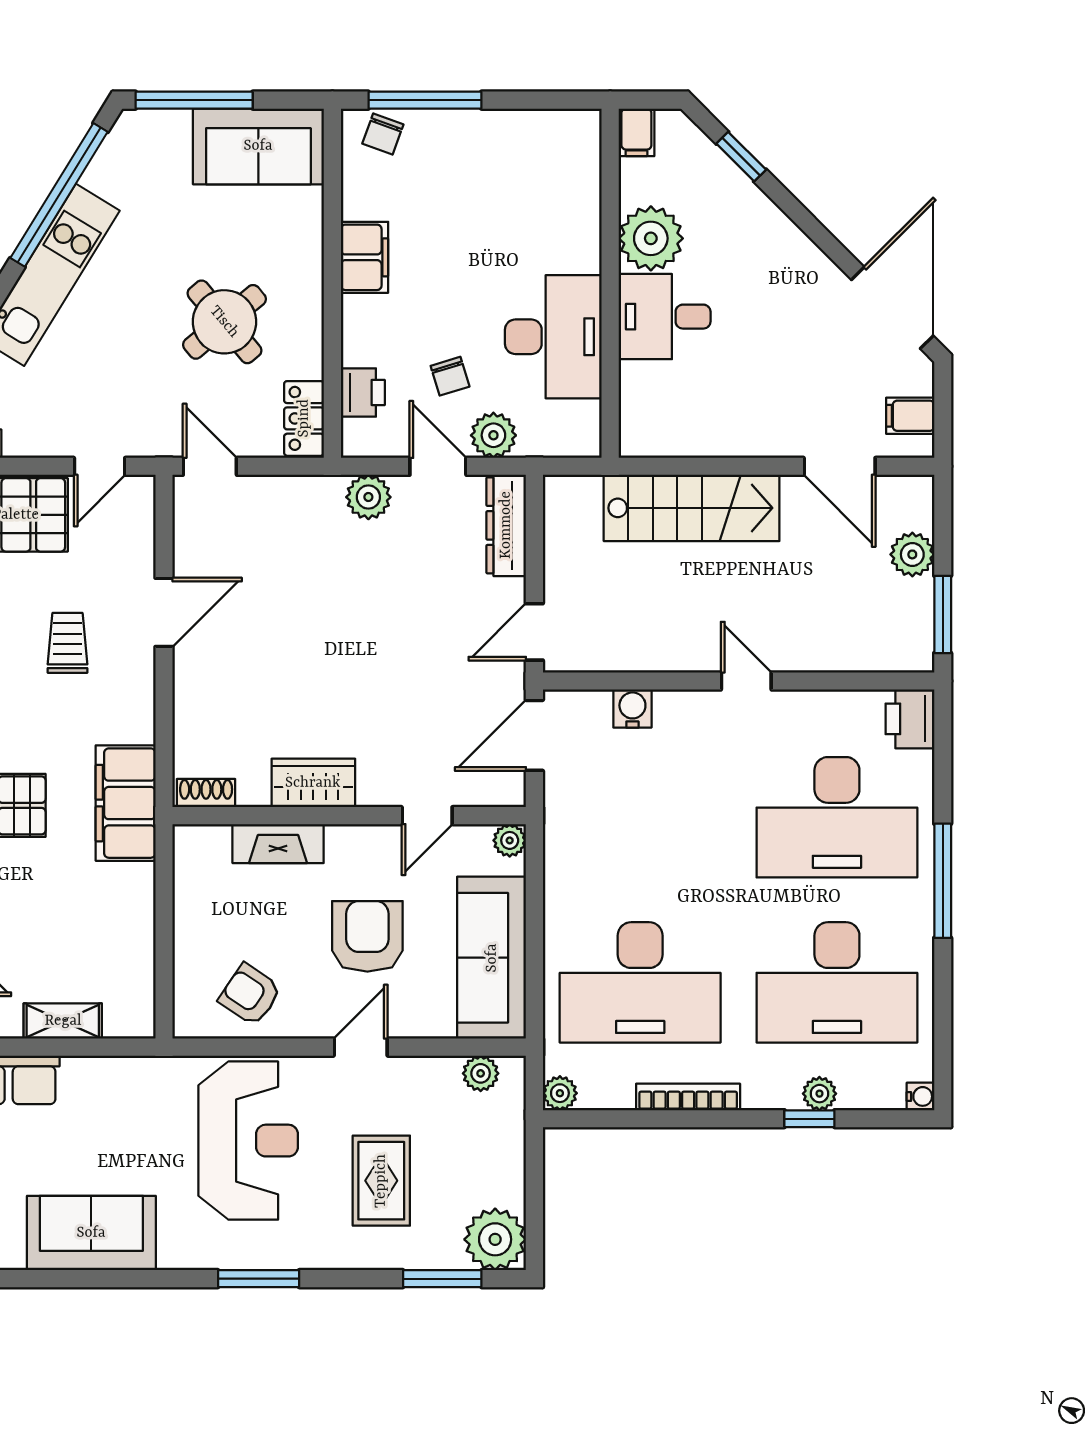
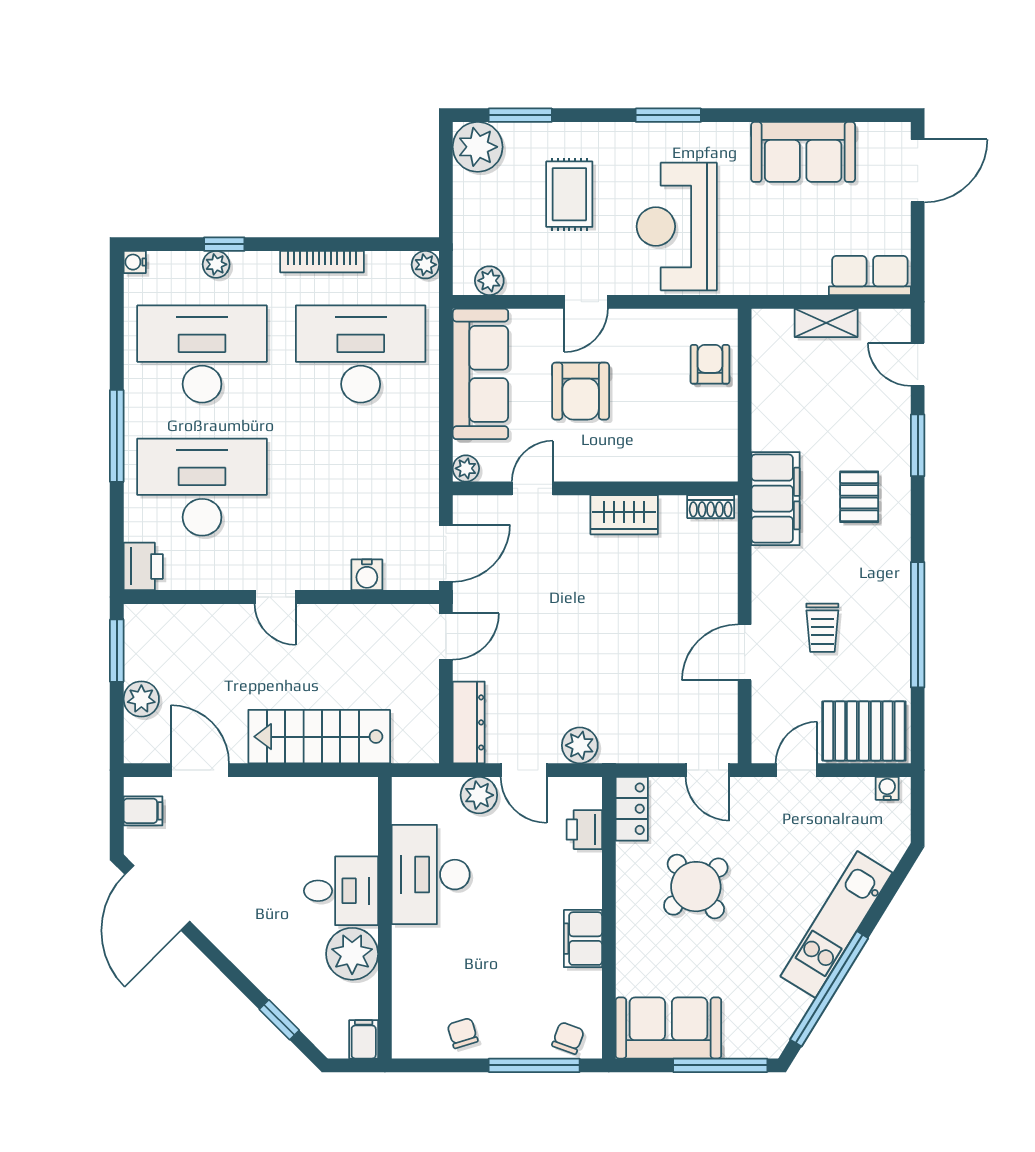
chair: (450, 376) -> (463, 1033), moved
fireplace: (278, 844) -> (653, 466), removed
armchair: (250, 995) -> (710, 364), moved, turned -124

